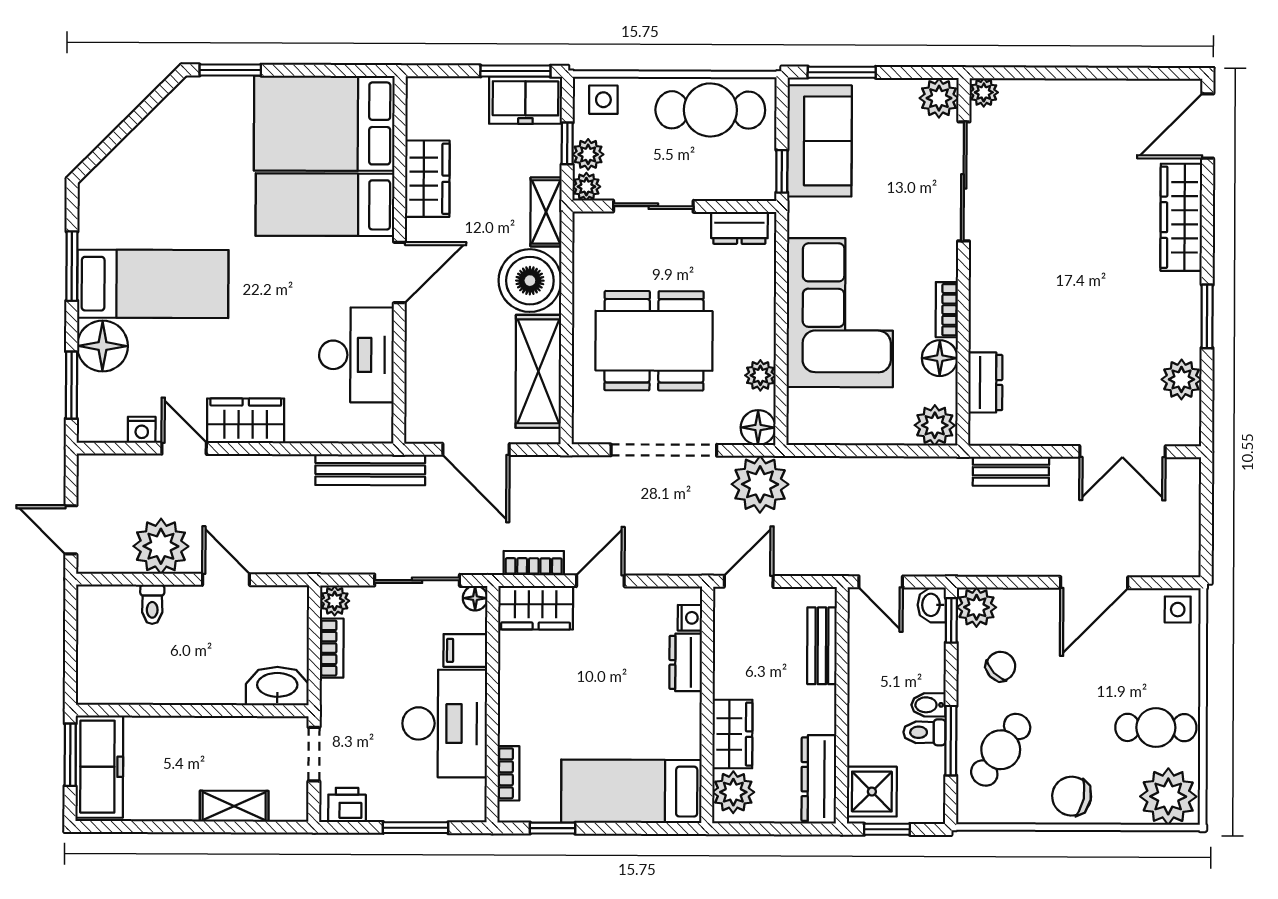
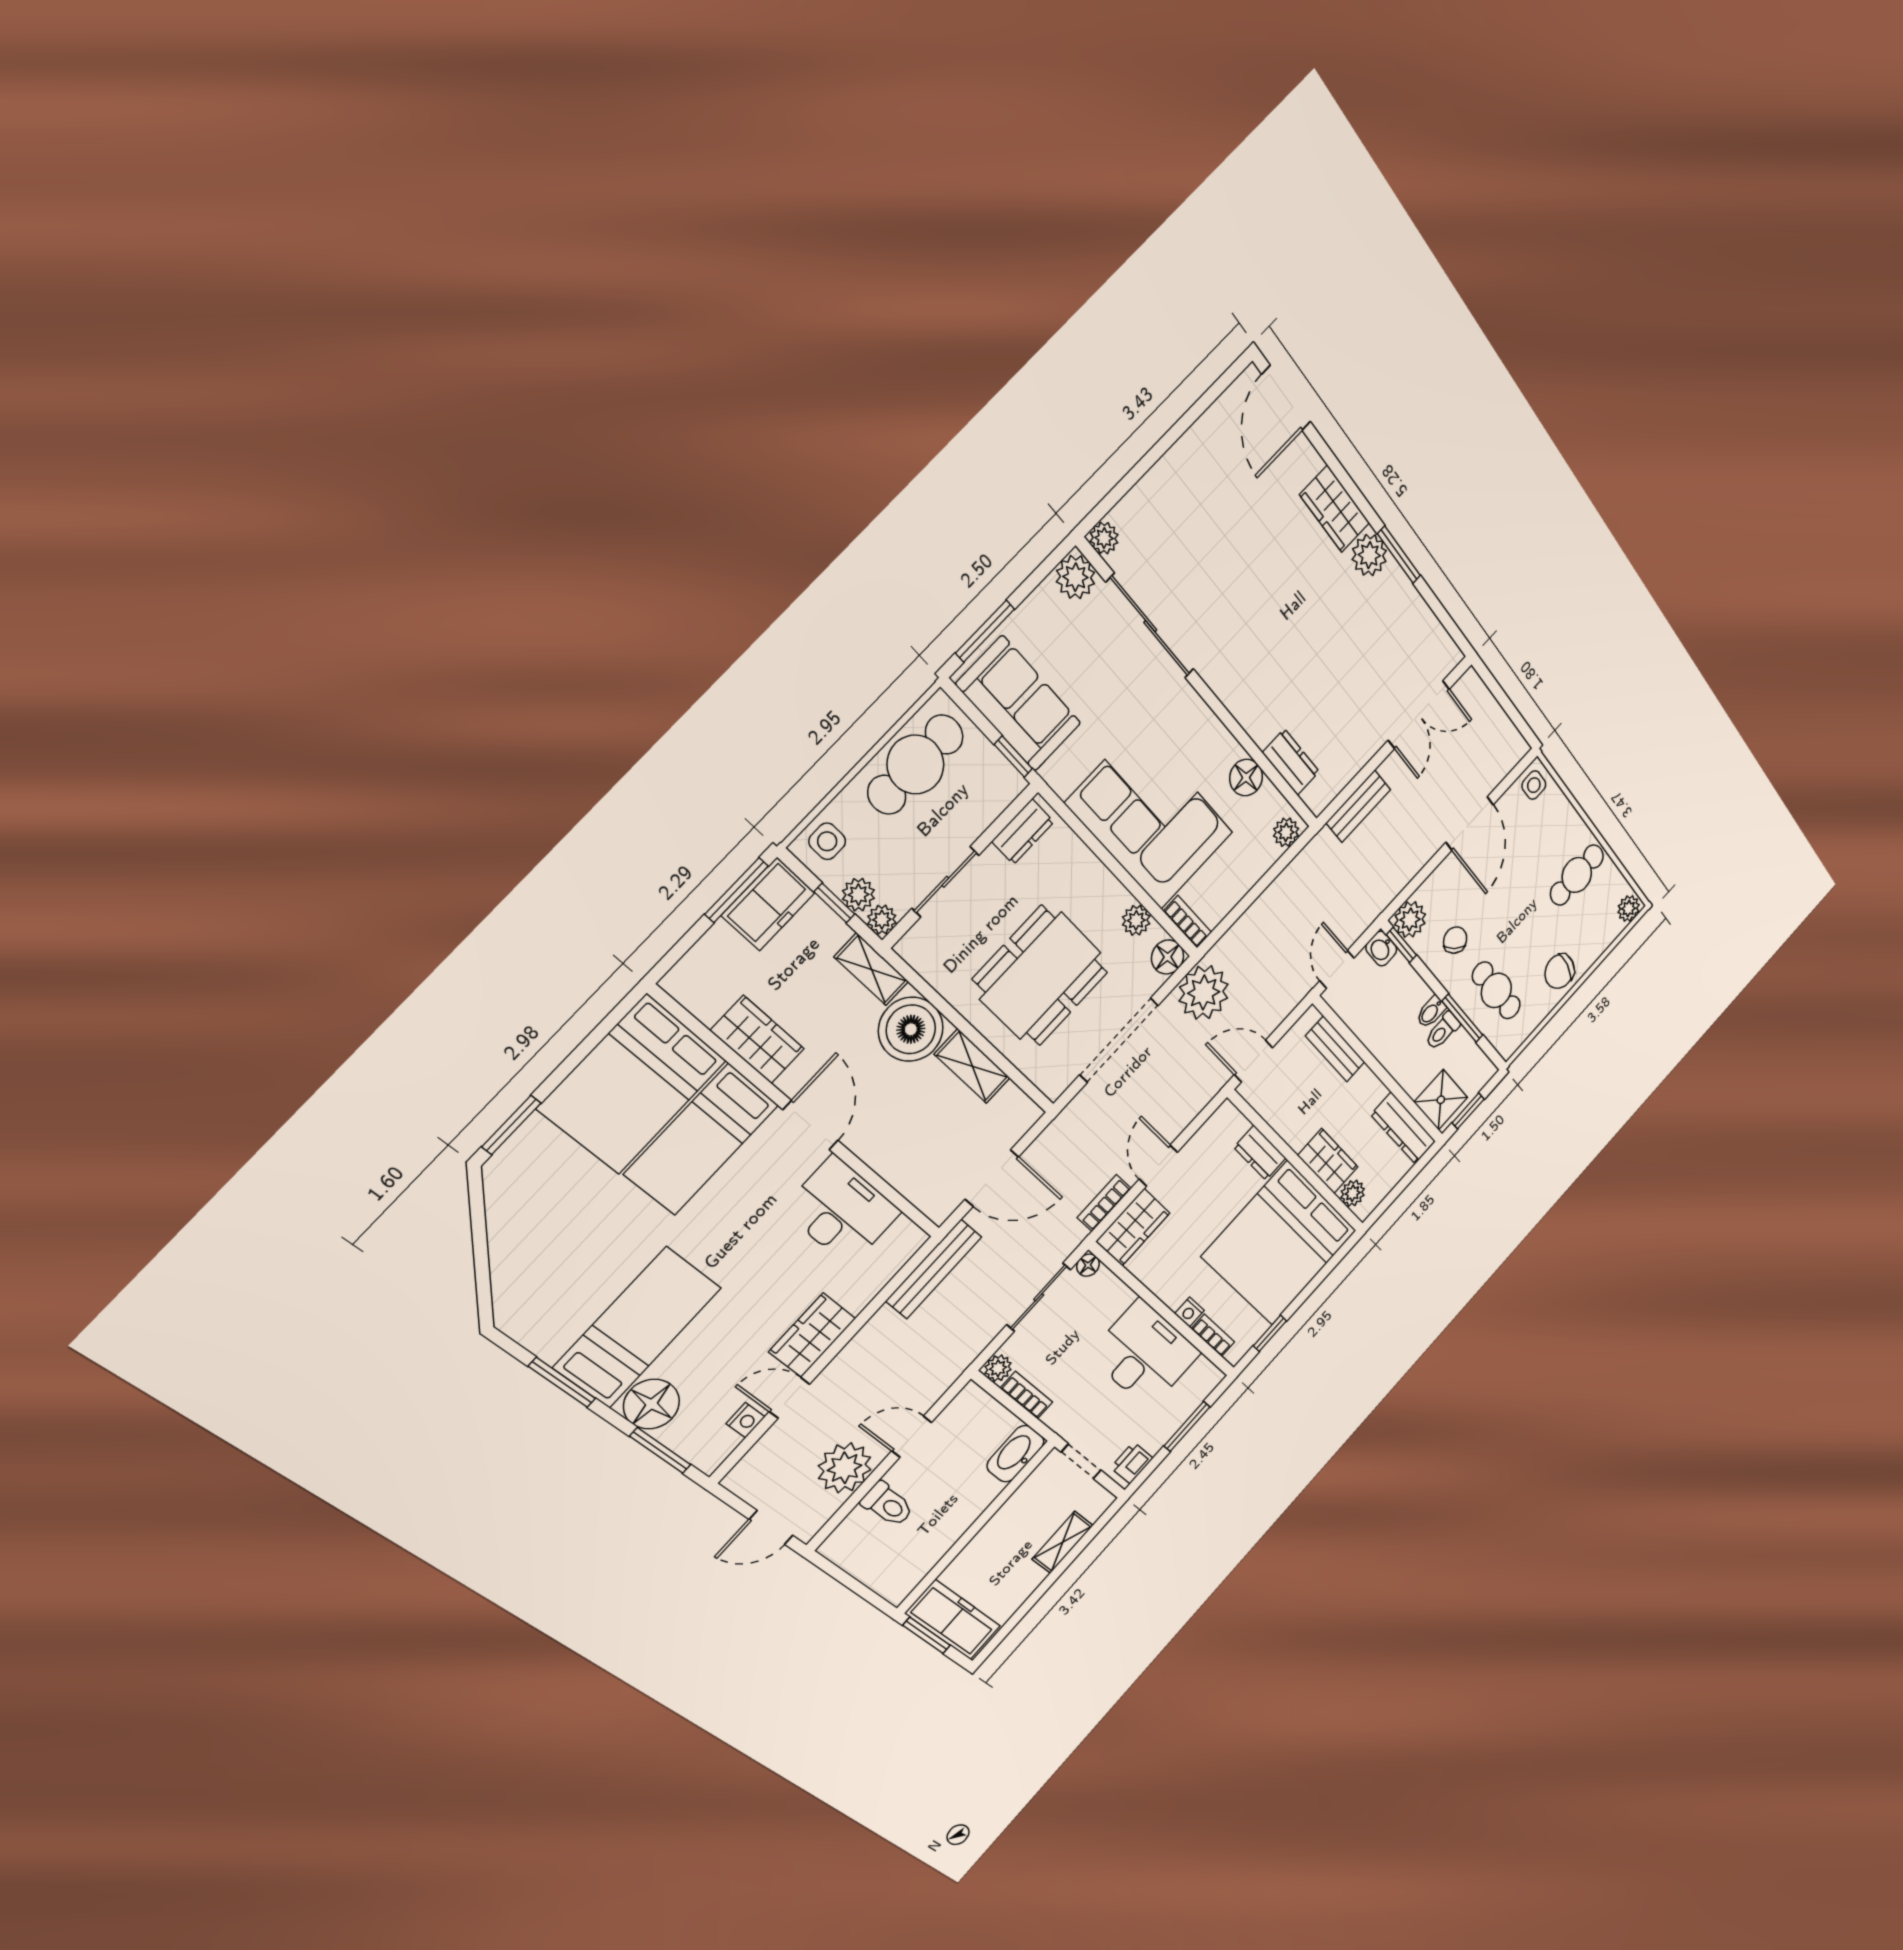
wardrobe: (1181, 217) -> (1335, 509), width x0.67
bookcase: (947, 310) -> (1188, 922), moved, turned 180
shelving: (538, 371) -> (972, 1066), width x0.67, depth x0.75
plant: (1181, 379) -> (1369, 555), moved
plant: (935, 425) -> (1286, 832), width x0.73, depth x0.73
door: (749, 581) -> (1253, 1061), hinge flipped
door: (881, 582) -> (1337, 969), swing flipped
toilet: (152, 604) -> (888, 1504), width x1.37, depth x1.39
nightstand: (690, 618) -> (1189, 1312), moved, turned 180
filing cabinet: (465, 650) -> (1114, 1301), removed
cafe table: (1001, 750) -> (1496, 990), turned -35
bed: (631, 791) -> (1280, 1243), width x2.04
plant: (733, 792) -> (1353, 1193), width x0.73, depth x0.73
plant: (1168, 796) -> (1629, 909), width x0.53, depth x0.53

